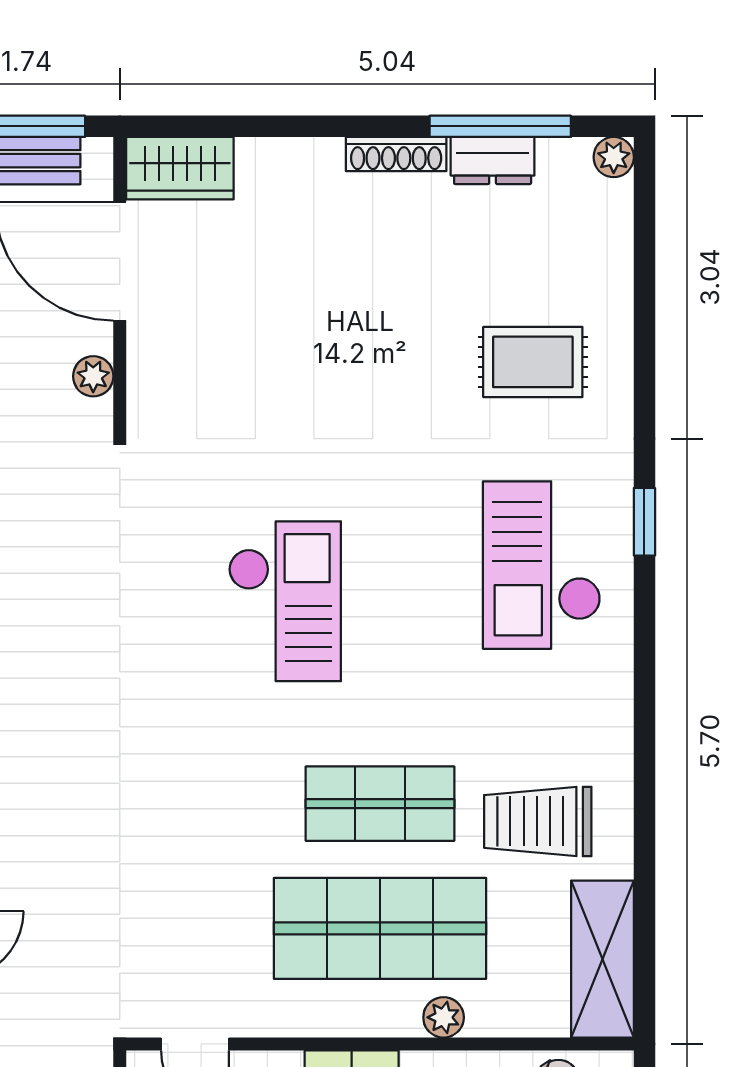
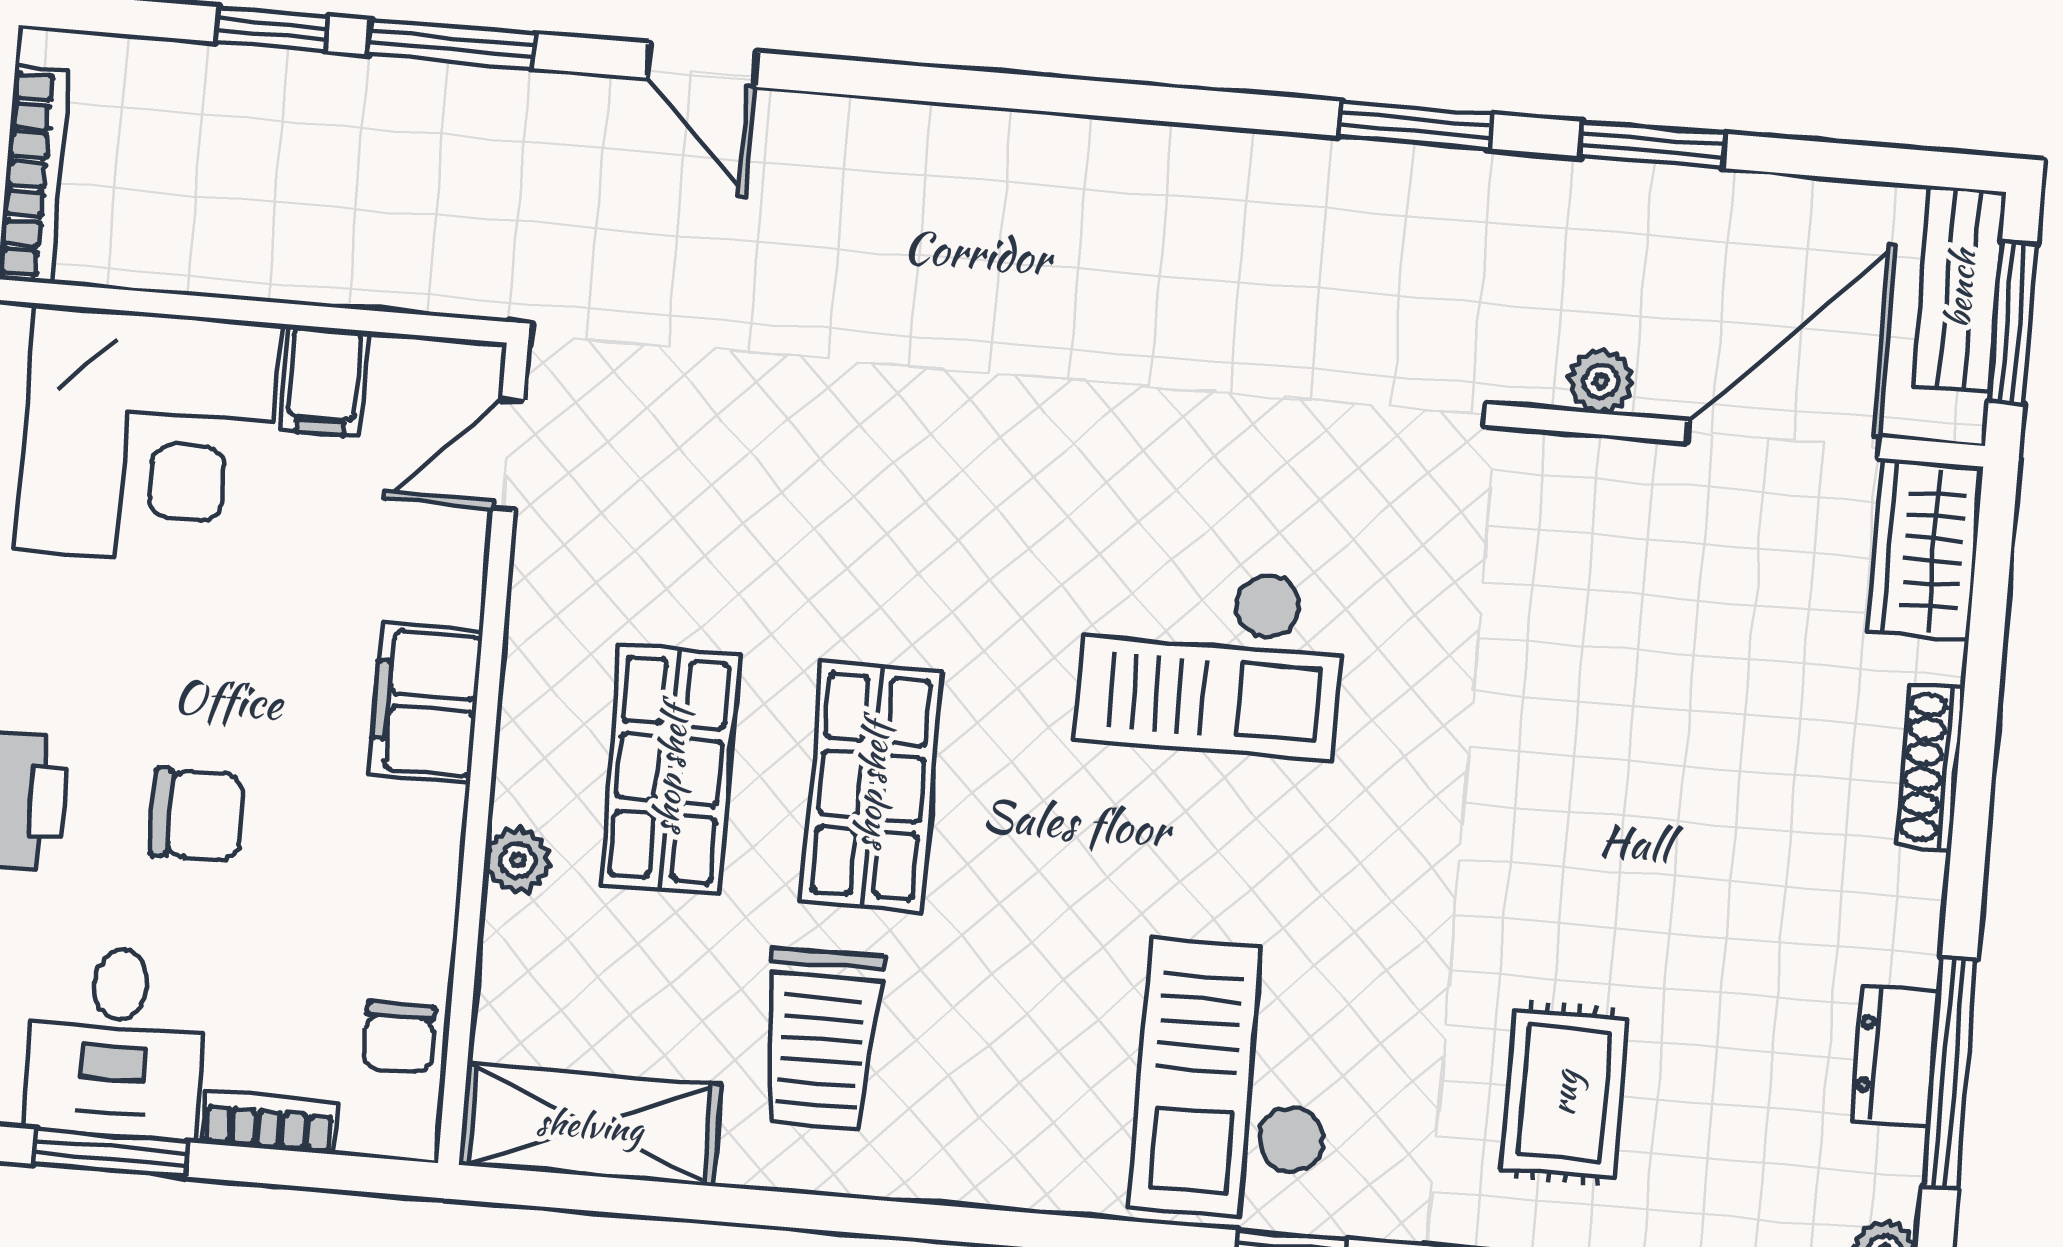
shoe rack: (396, 154) -> (1930, 767), moved
checkout: (542, 565) -> (1235, 1080), turned -90
trolley: (538, 821) -> (821, 1039), turned 180
shop shelf: (380, 928) -> (670, 770), width x0.70, depth x0.74

